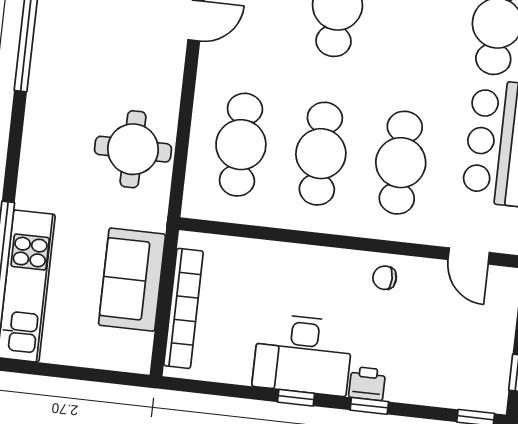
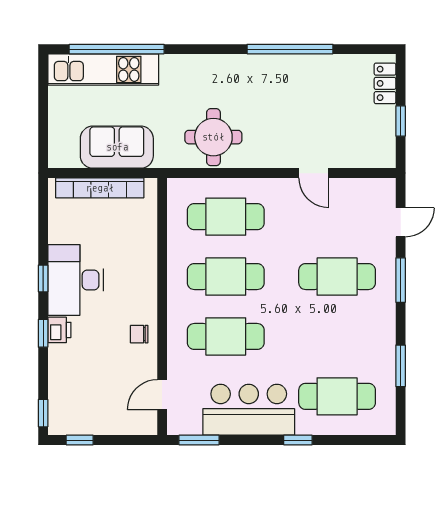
chair: (385, 278) -> (139, 334), turned -90

